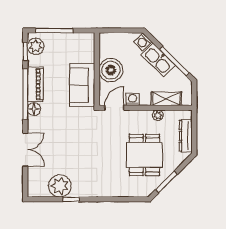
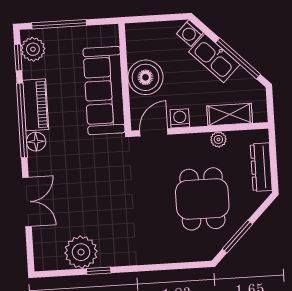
sofa: (82, 85) -> (104, 91), width x1.36

